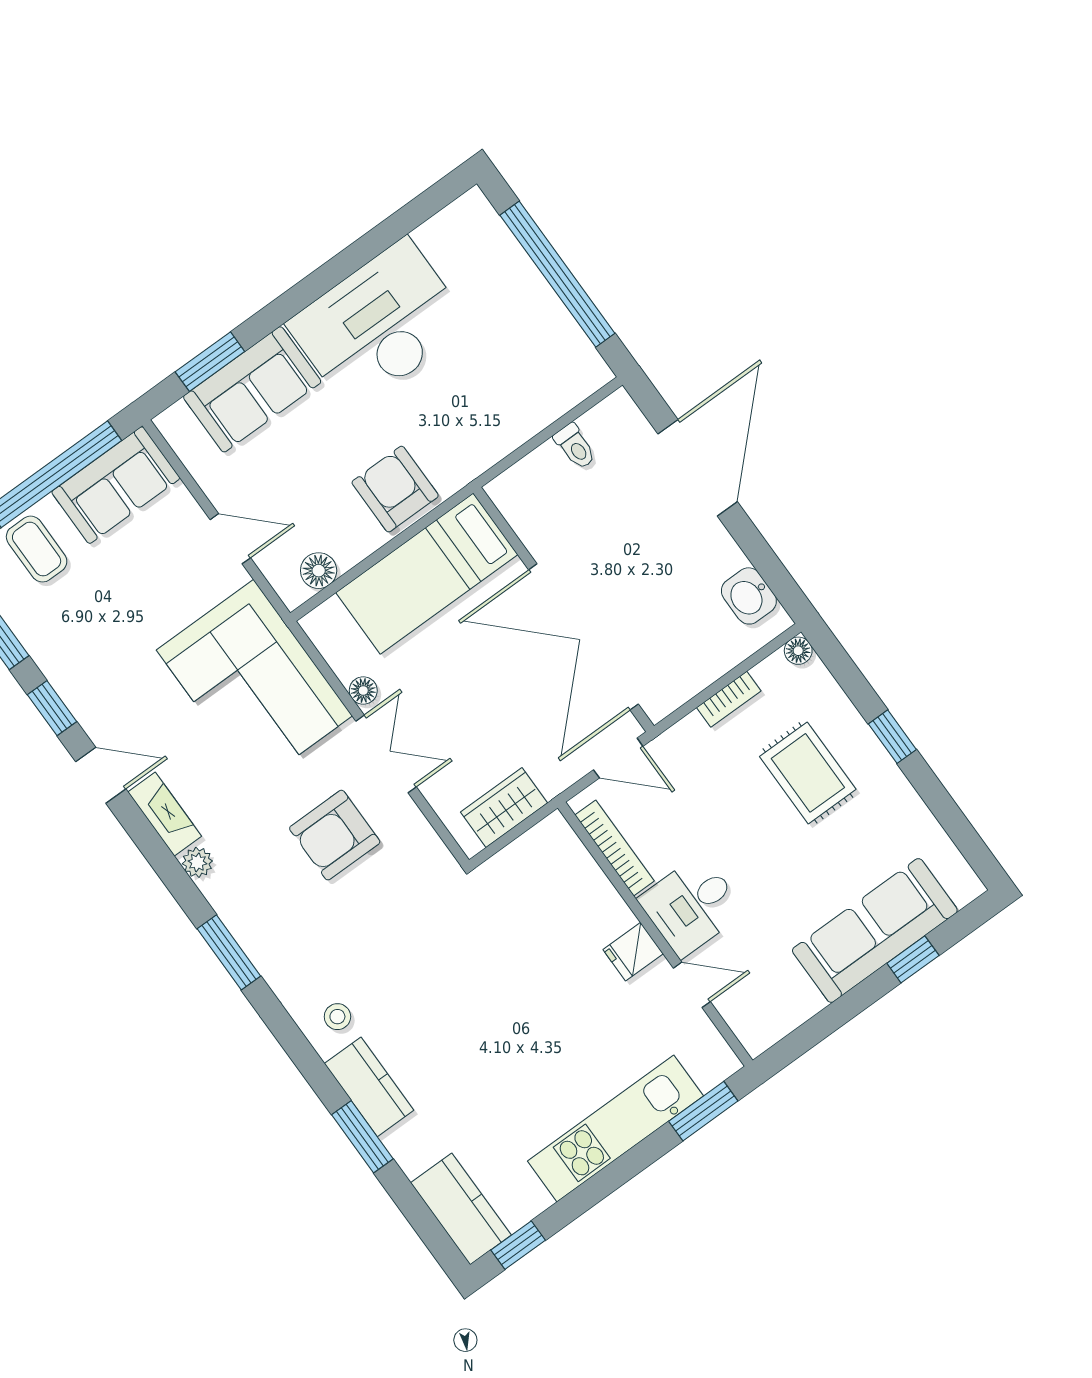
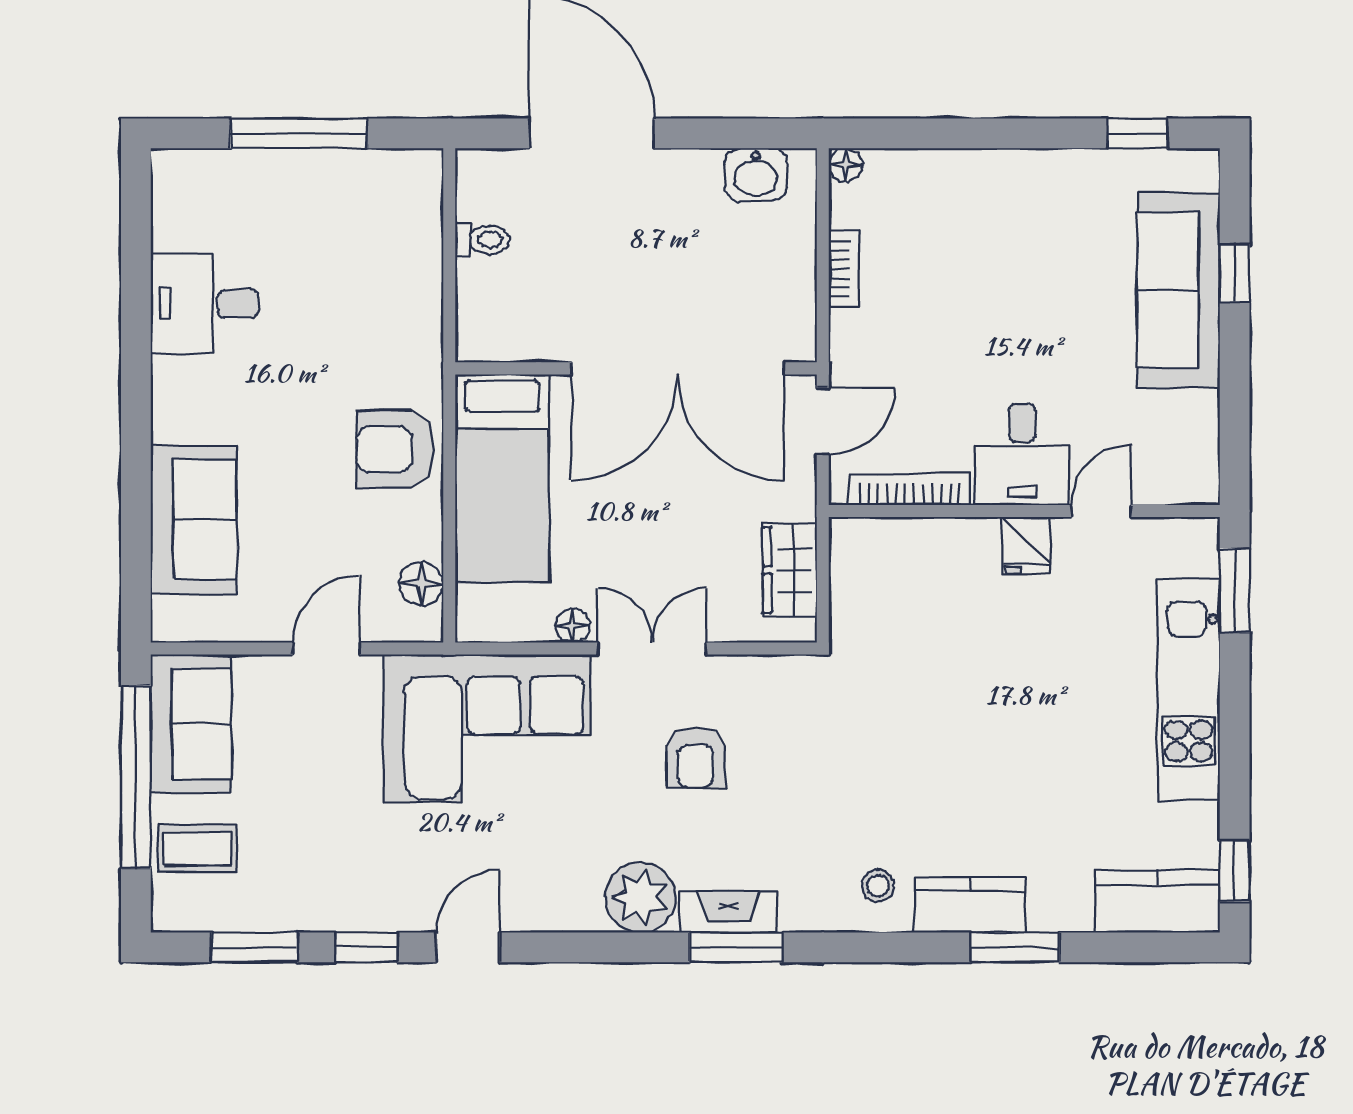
window: (557, 274) -> (299, 133), width x0.68
desk: (379, 325) -> (205, 304), width x0.53, depth x0.77
window: (210, 362) -> (136, 541), removed
window: (892, 737) -> (1137, 133), moved
rug: (808, 773) -> (974, 243), removed
fireplace: (165, 814) -> (728, 912), moved
armchair: (335, 835) -> (696, 758), width x0.72, depth x0.72
plant: (197, 862) -> (640, 897), width x1.88, depth x1.88

